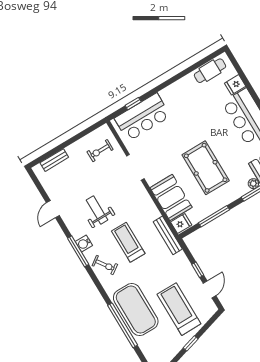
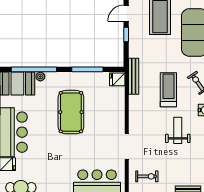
booth: (171, 198) -> (113, 105), removed
weight bench: (97, 210) -> (178, 130), turned 180
treadmill: (128, 242) -> (168, 90), turned 180

